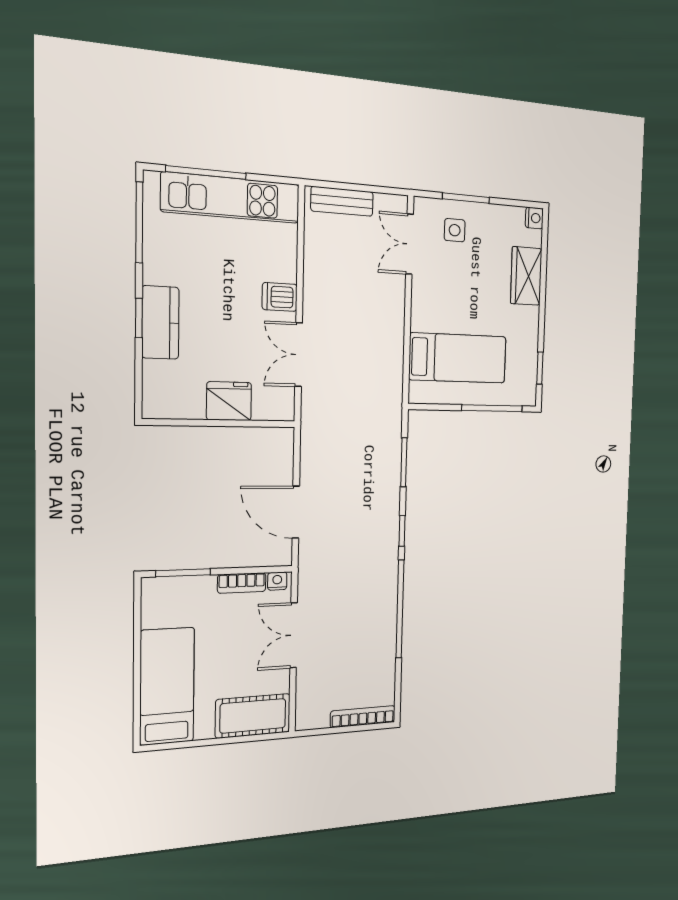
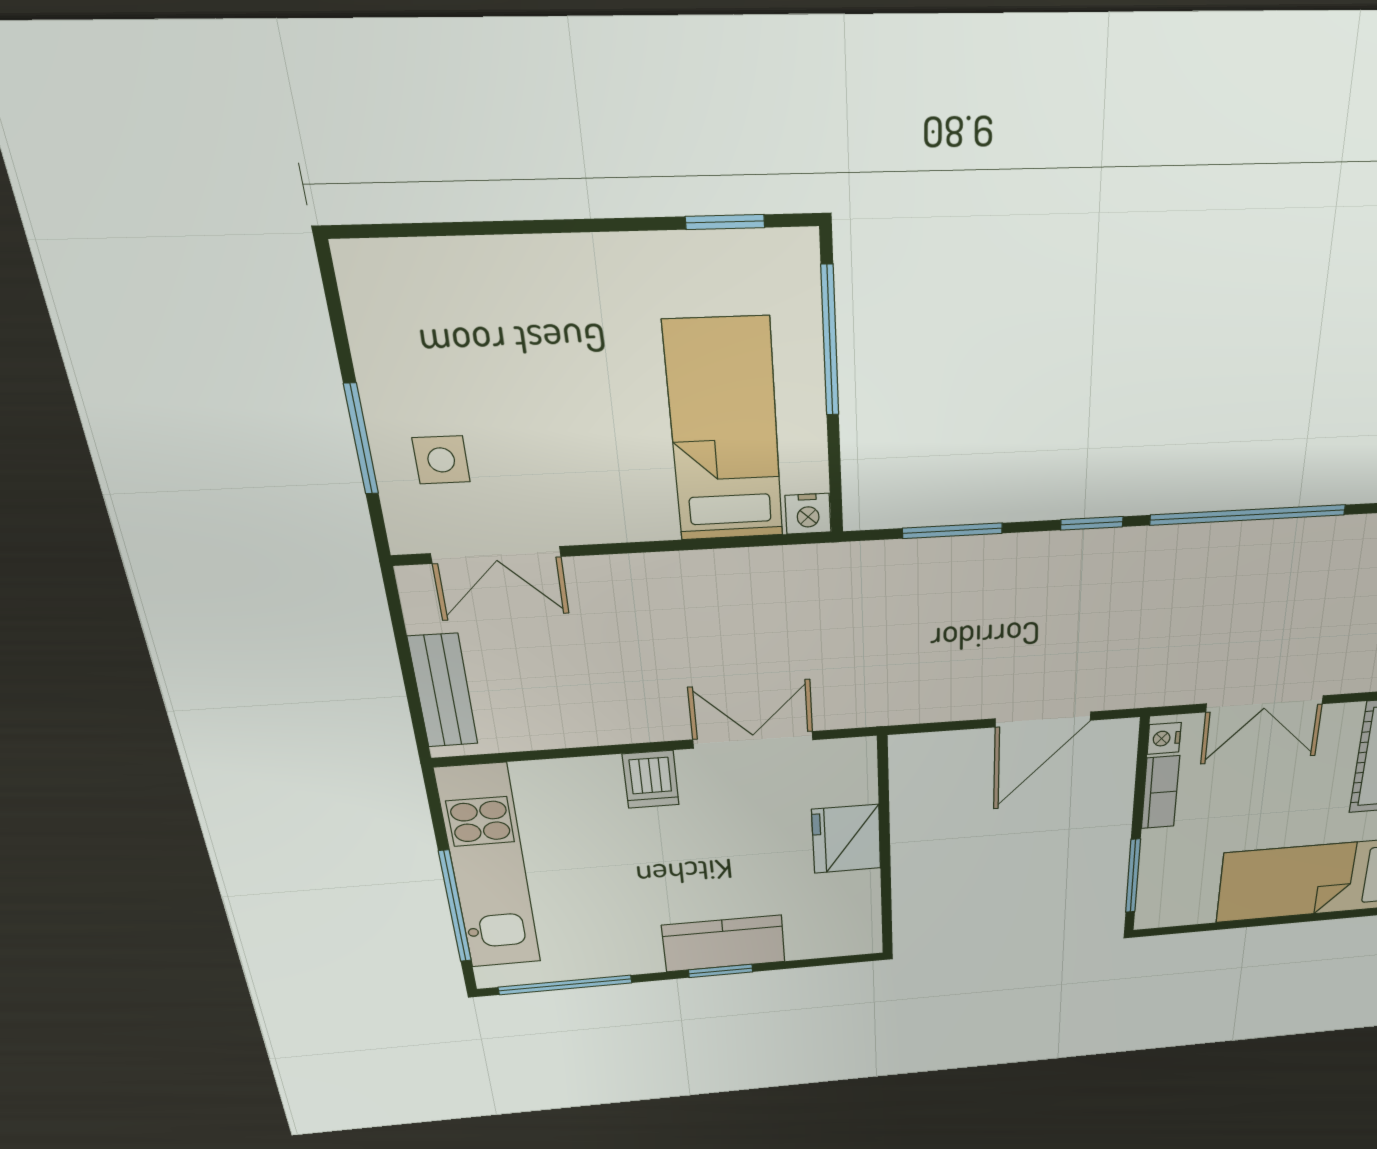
nightstand: (534, 218) -> (808, 514), moved, turned 180
wardrobe: (526, 276) -> (507, 275), removed
double door: (299, 355) -> (753, 740), swing flipped

